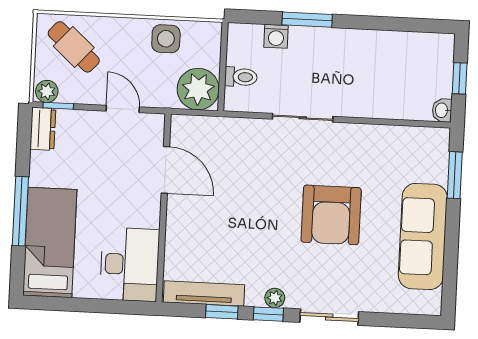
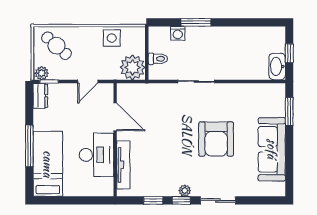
door: (123, 109) -> (88, 81), swing flipped
washbasin: (442, 110) -> (277, 66), width x1.91, depth x1.45
desk: (130, 264) -> (96, 155), moved
tv unit: (204, 293) -> (123, 165), moved, turned 90

